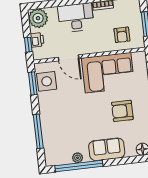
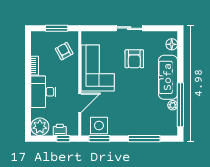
armchair: (122, 35) -> (64, 51), turned -119
sofa: (107, 149) -> (168, 77), width x1.36

